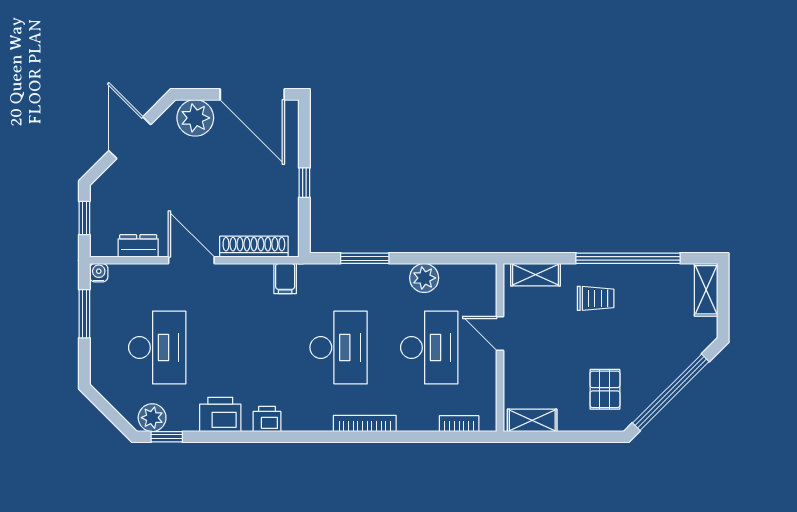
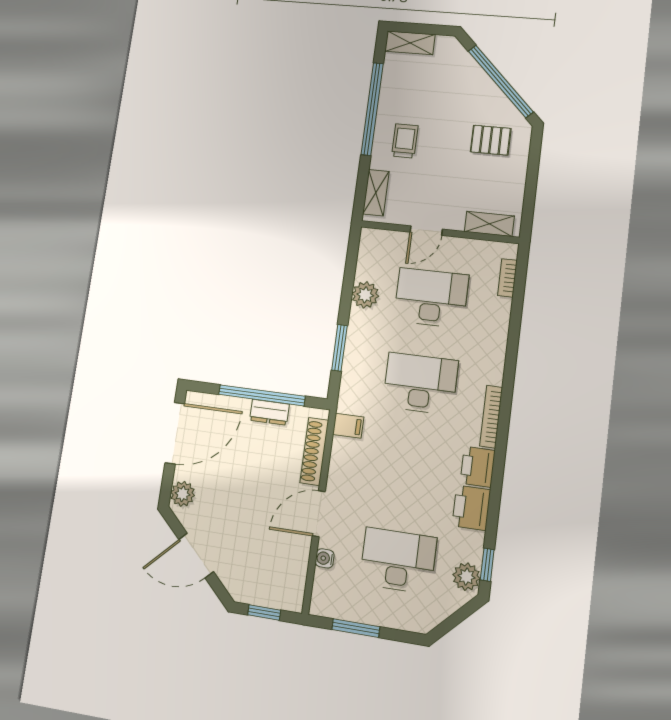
plant: (195, 118) -> (183, 494), width x0.73, depth x0.73
window: (304, 183) -> (262, 395), width x3.17
dresser: (138, 246) -> (269, 412), moved, turned -90
water cooler: (99, 273) -> (325, 558), moved
printer: (267, 419) -> (478, 467), width x1.36, depth x1.24
shelving: (532, 420) -> (489, 224), moved, turned 90
bookcase: (365, 423) -> (491, 417), moved

